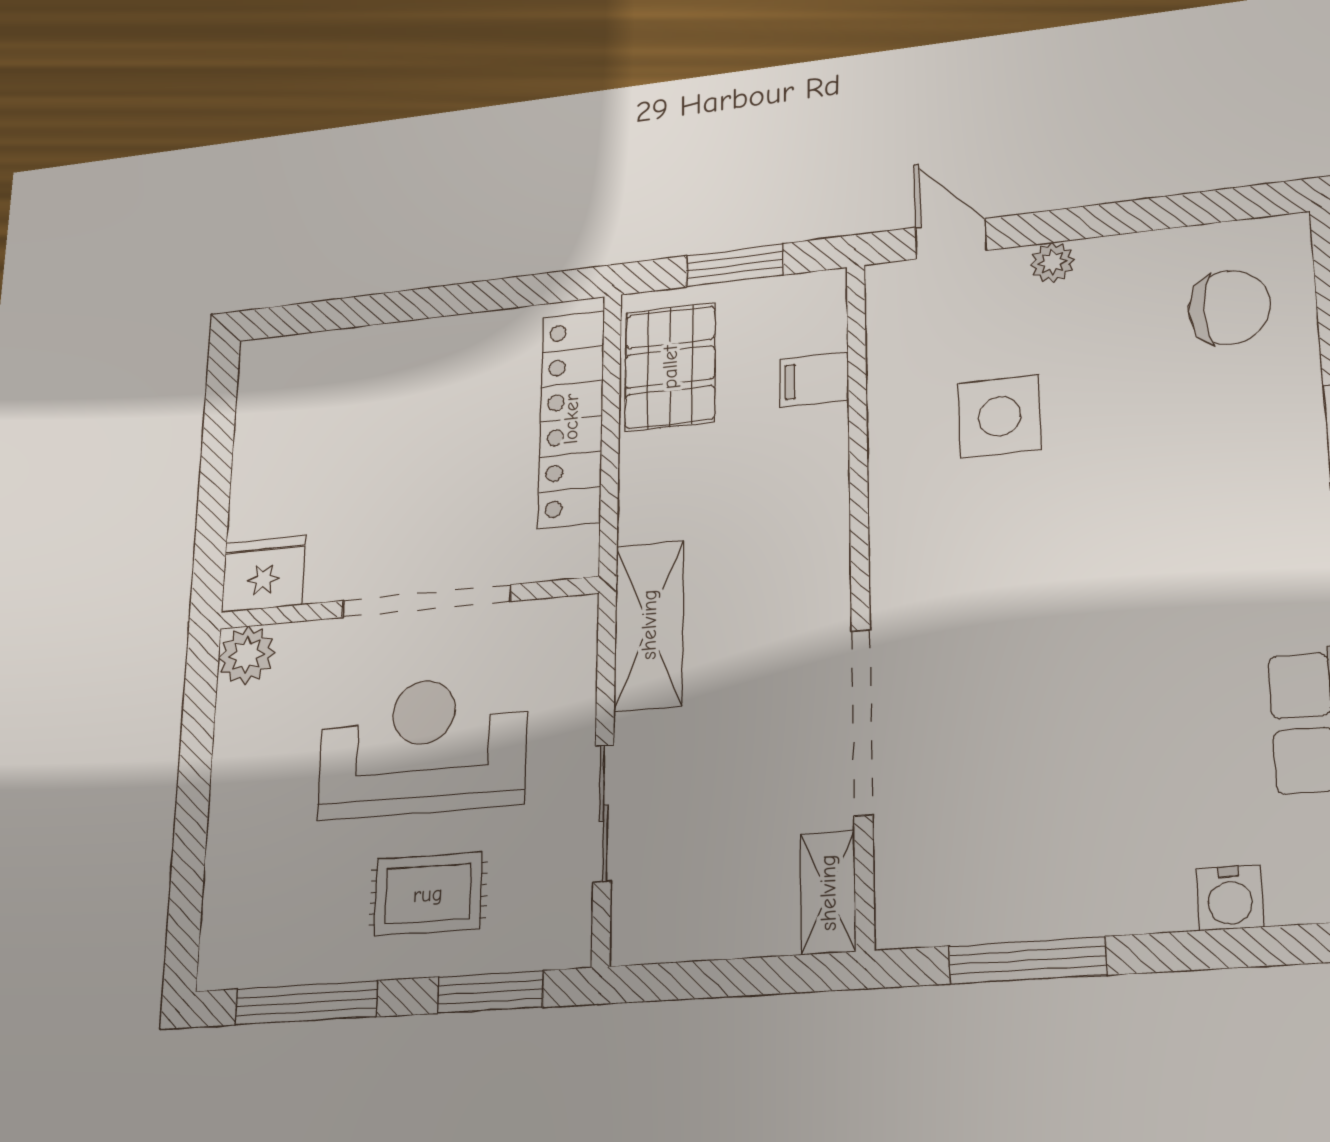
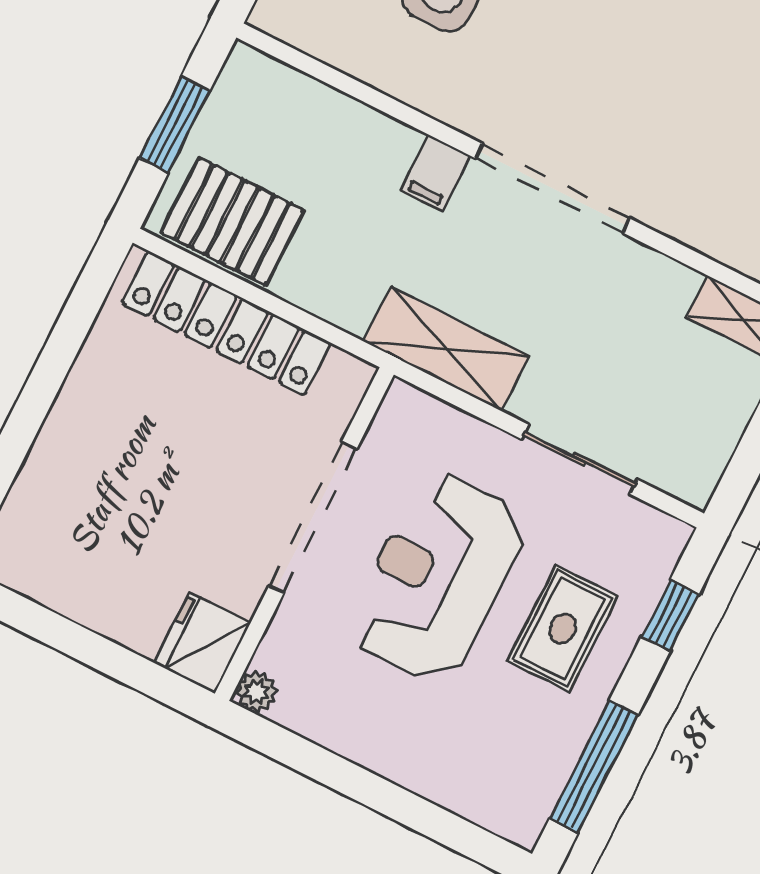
filing cabinet: (814, 380) -> (435, 173), moved
plant: (247, 655) -> (257, 692), width x0.73, depth x0.73
doorway: (862, 722) -> (553, 188), moved
window: (490, 992) -> (670, 615), width x0.67

